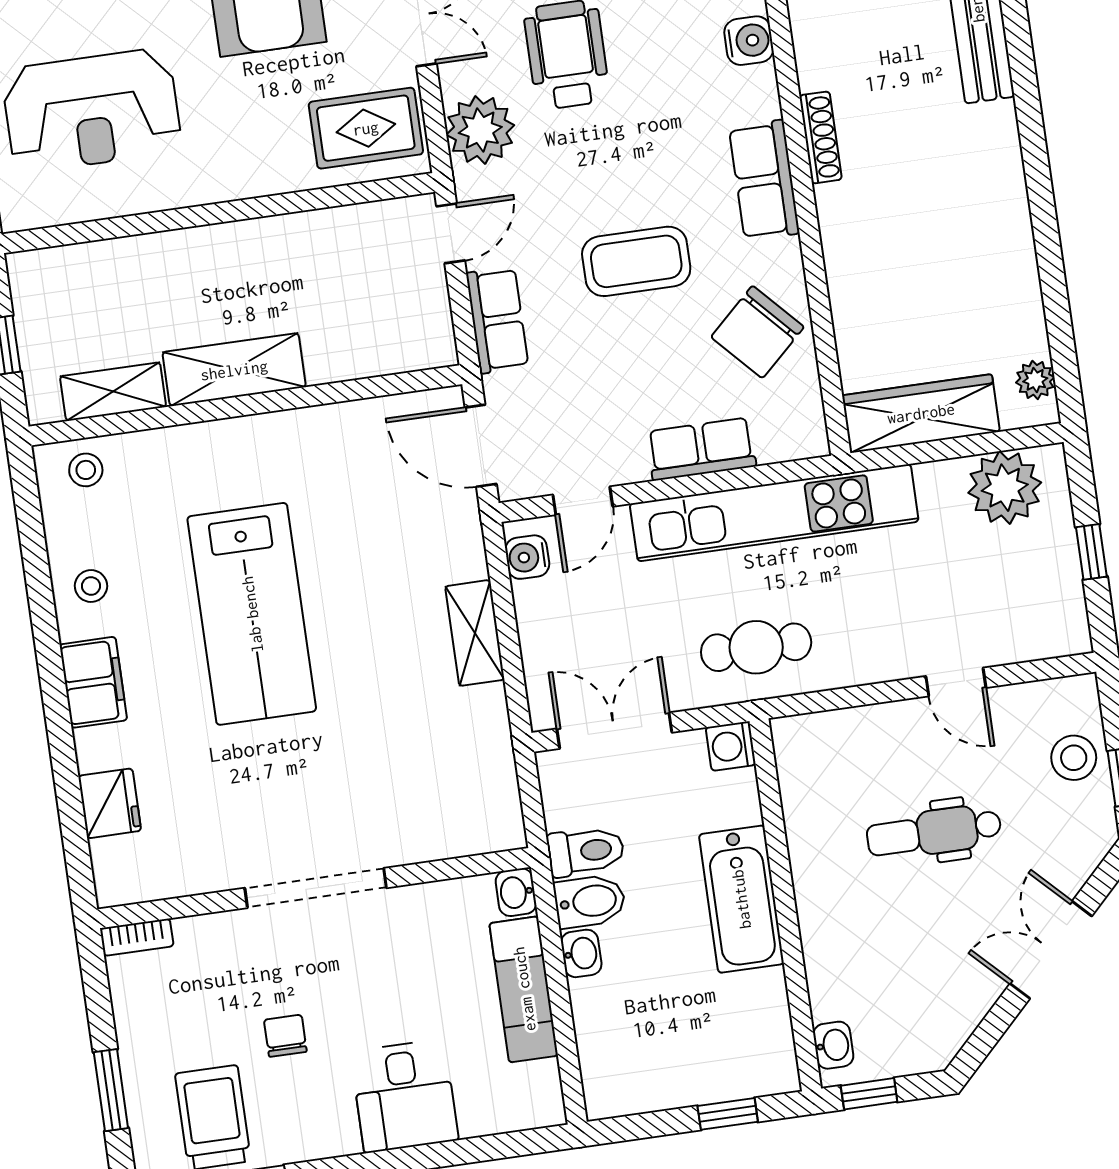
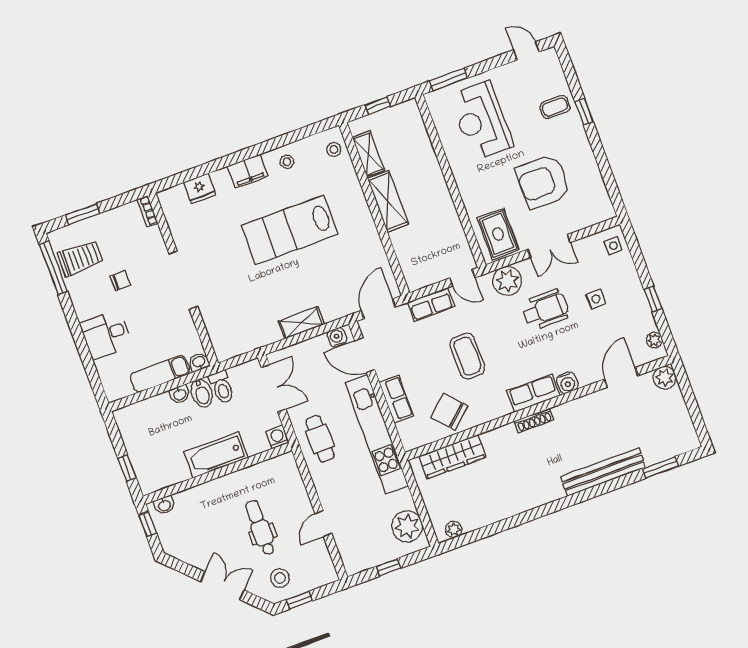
row of seats: (764, 180) -> (533, 393), moved
wardrobe: (921, 413) -> (452, 457), moved, turned 90
door: (583, 501) -> (365, 355), width x1.38
stool: (1074, 758) -> (280, 578), moved

